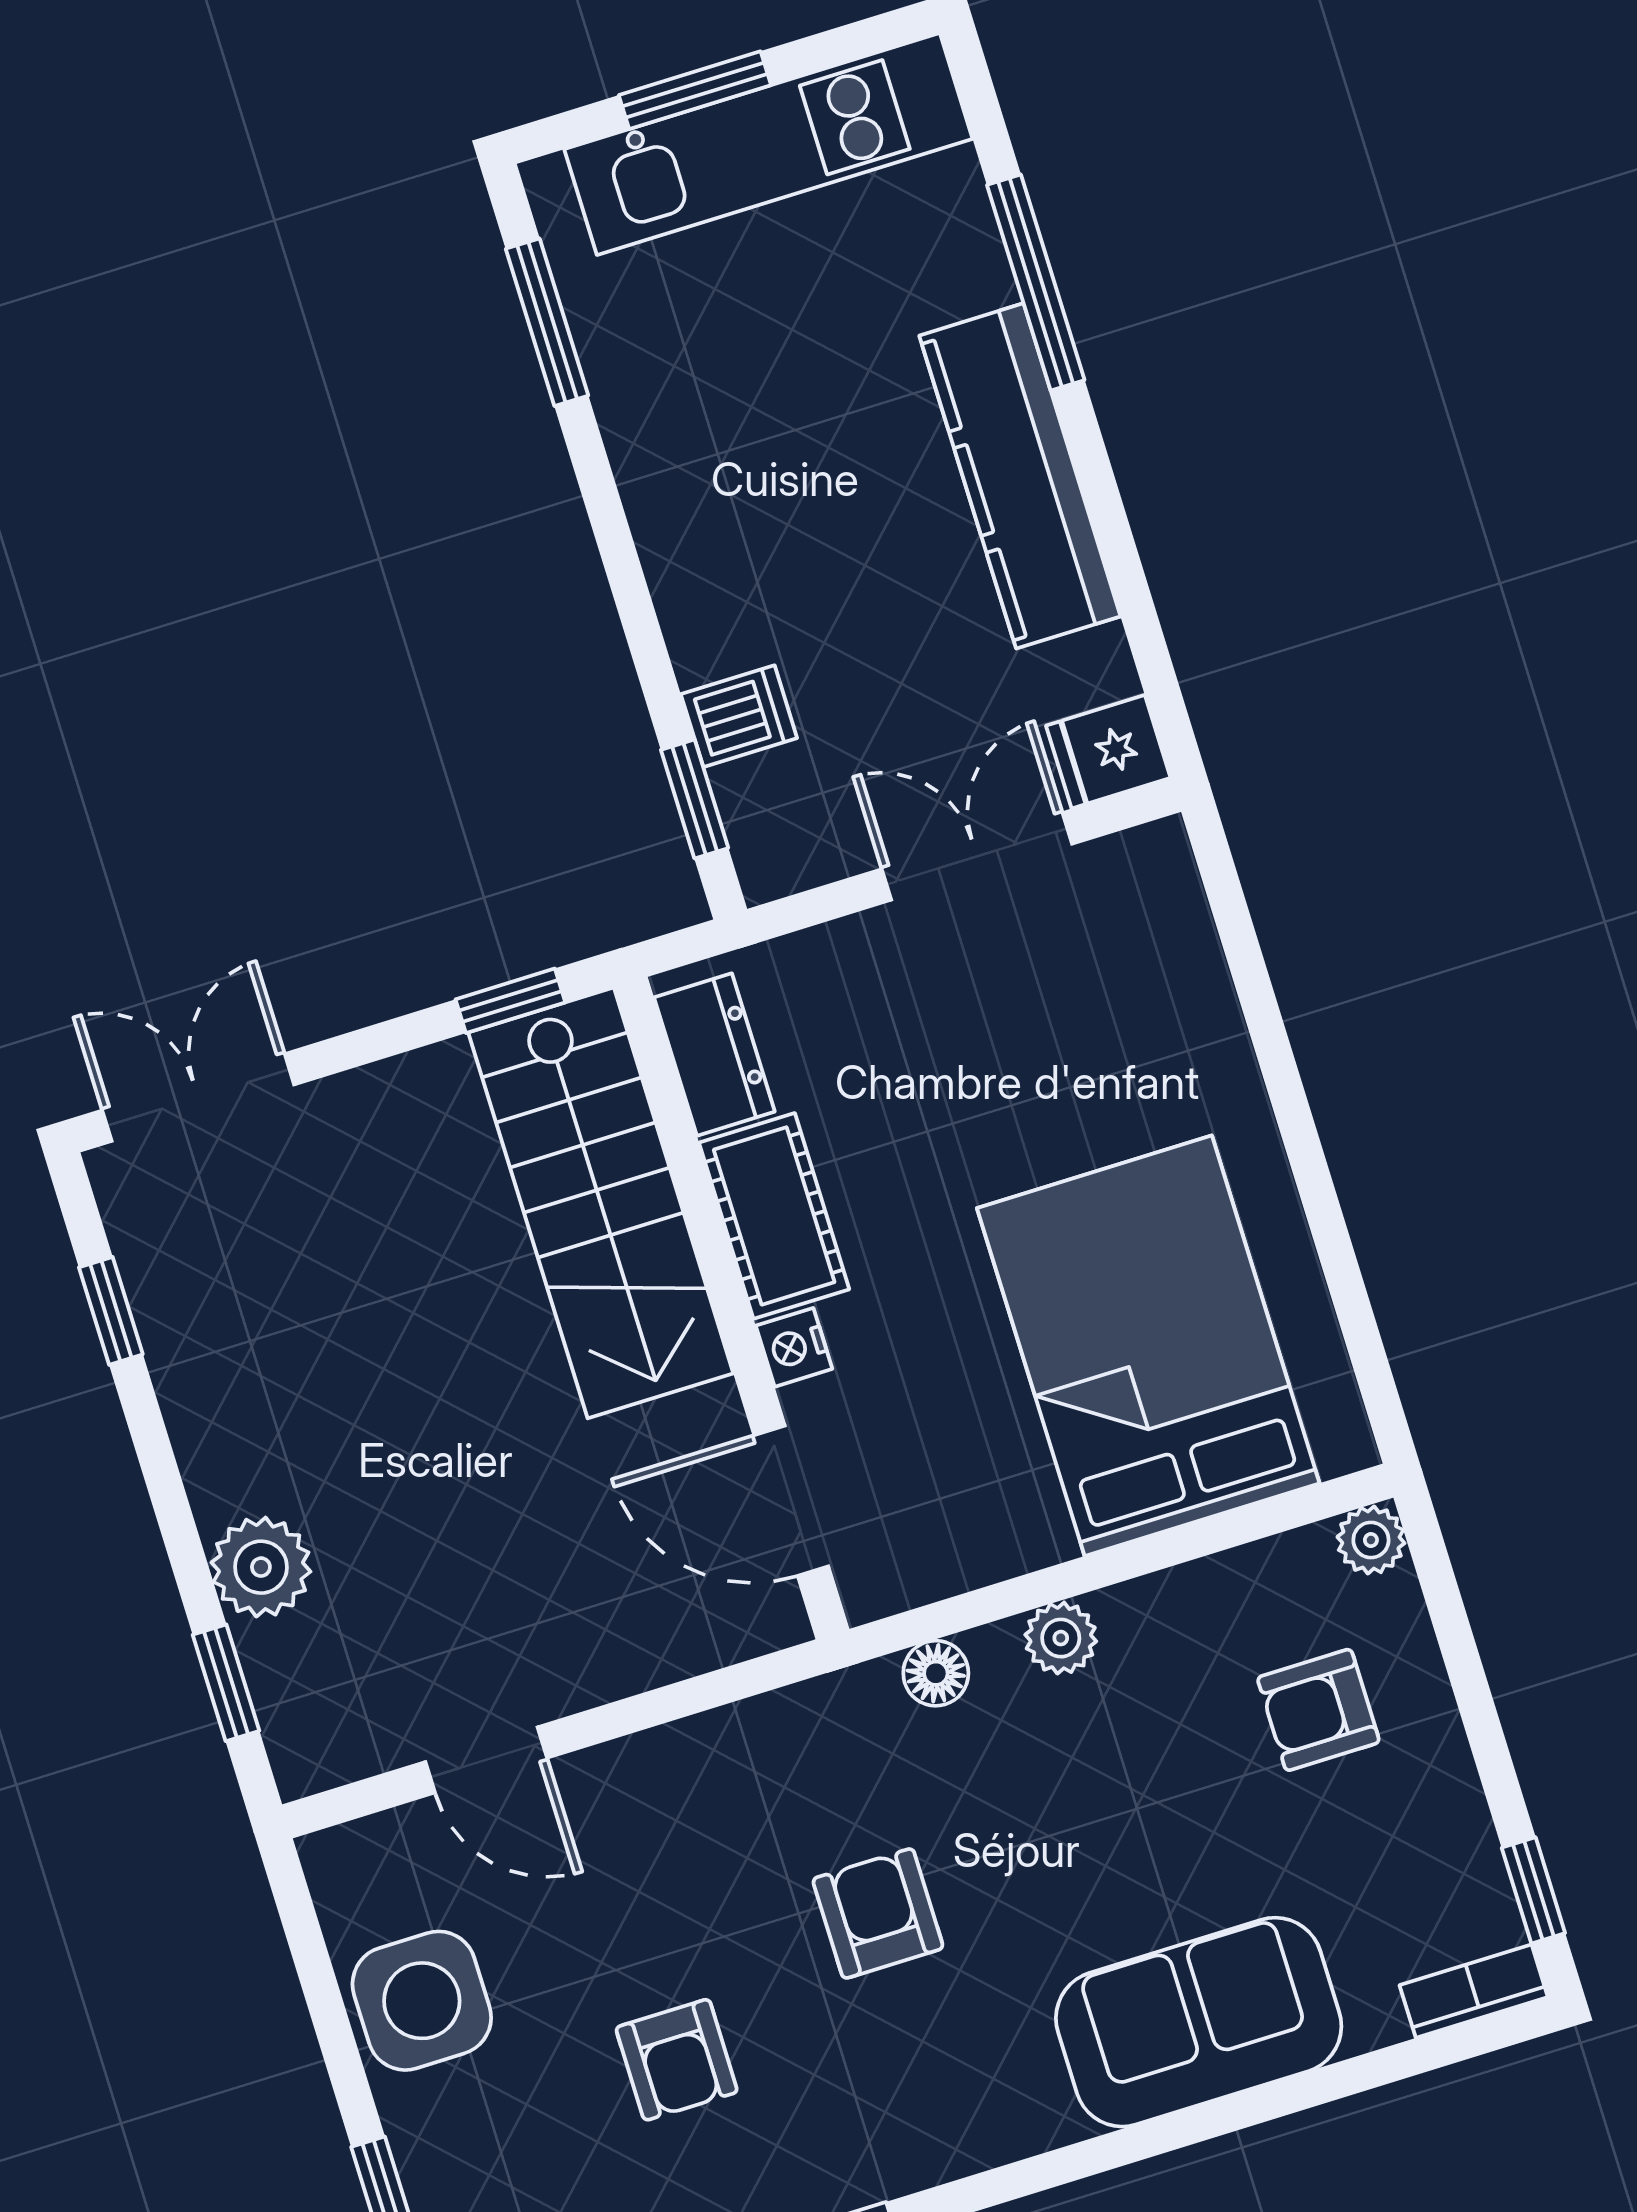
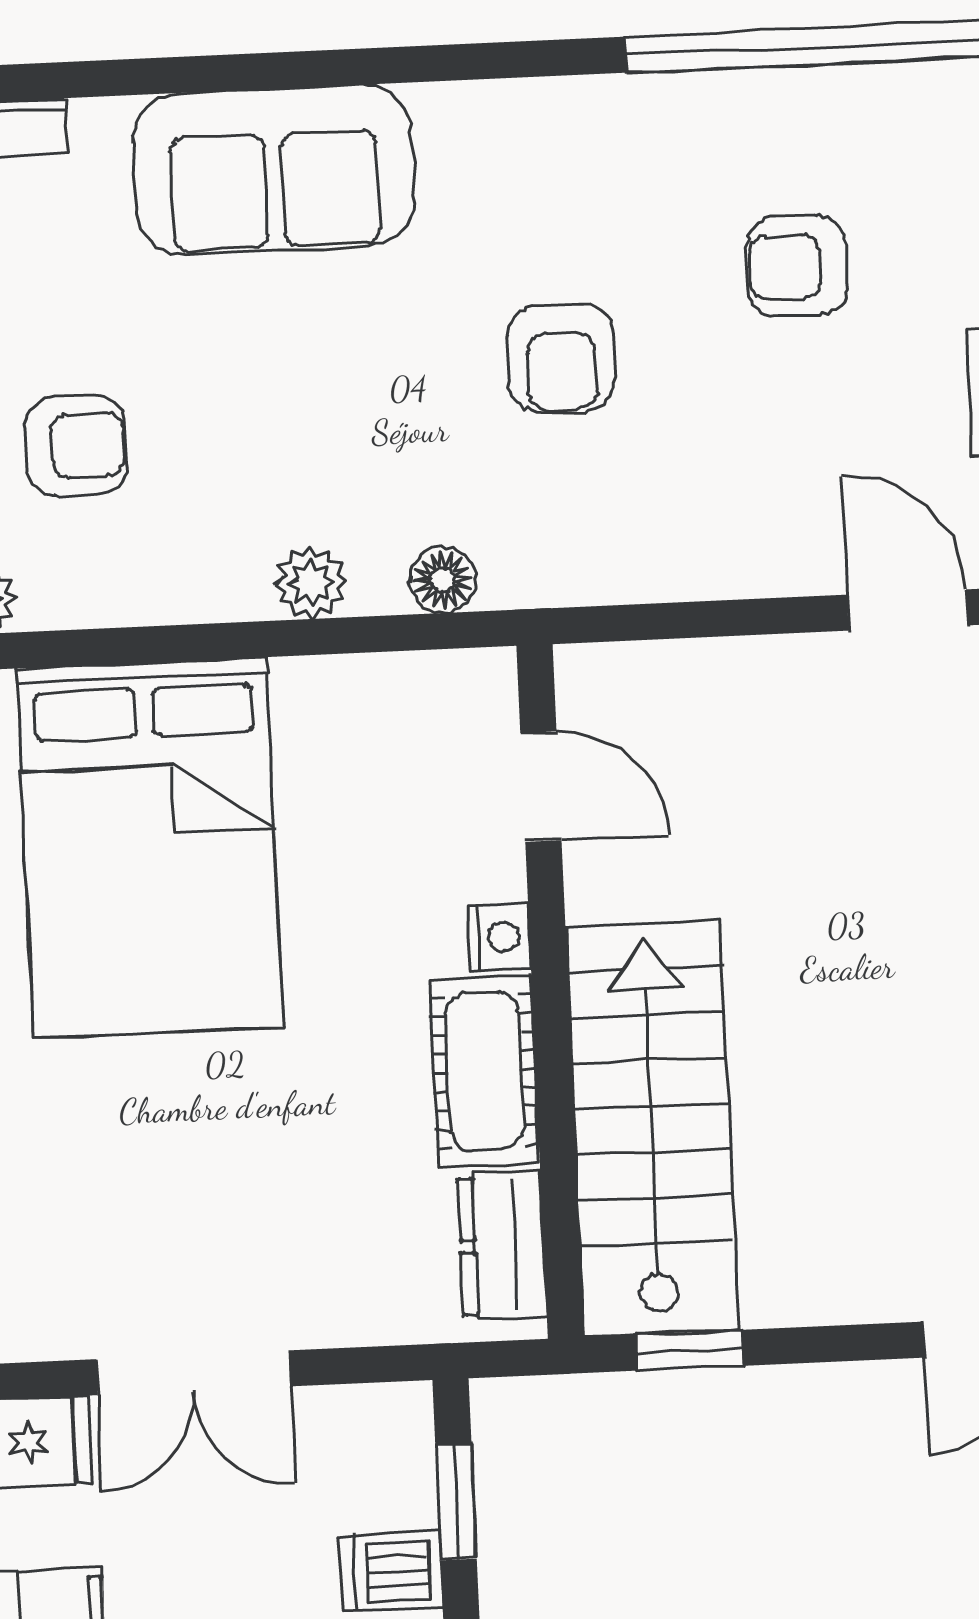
door: (791, 1501) -> (541, 787), width x0.73
armchair: (677, 2060) -> (797, 266), turned -90

